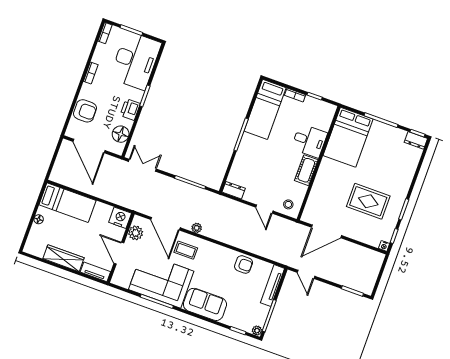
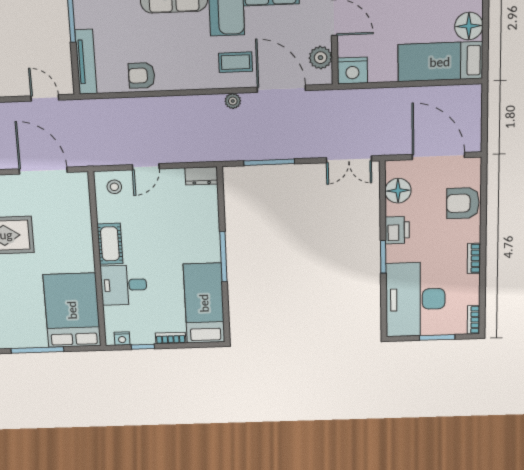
nightstand: (325, 107) -> (122, 339), added
door: (264, 209) -> (146, 167), swing flipped
floor lamp: (39, 219) -> (469, 26), width x1.89, depth x1.89
door: (326, 231) -> (43, 171), hinge flipped

